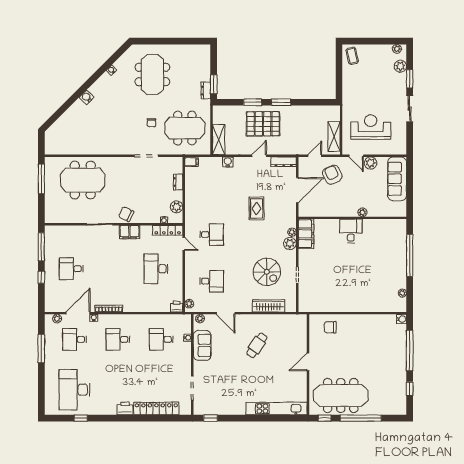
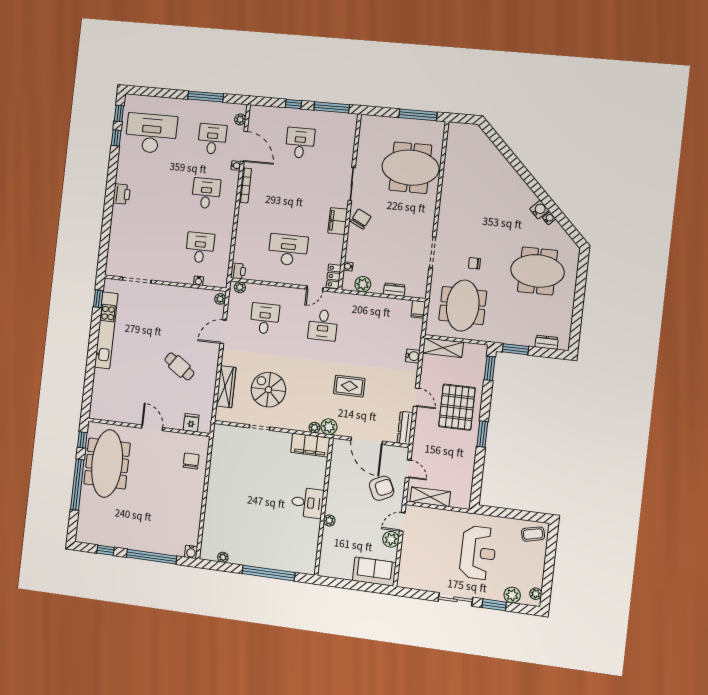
dresser: (206, 91) -> (547, 342), moved
water cooler: (87, 97) -> (539, 210), moved
window: (253, 102) -> (490, 368), moved
reception desk: (371, 127) -> (478, 553), moved
sofa: (397, 179) -> (374, 572), width x0.73
meeting table: (83, 180) -> (410, 168), turned 90
locker: (168, 230) -> (334, 276), width x0.66
plant: (290, 243) -> (329, 427), moved
spiral stairs: (267, 272) -> (268, 390), turned 90
desk: (212, 281) -> (265, 319), turned 180
fridge: (300, 331) -> (191, 423), added
sofa: (202, 345) -> (187, 298), removed
locker: (156, 408) -> (117, 233), removed
kitchen unit: (276, 409) -> (106, 330), moved
window: (61, 418) -> (119, 113), added

